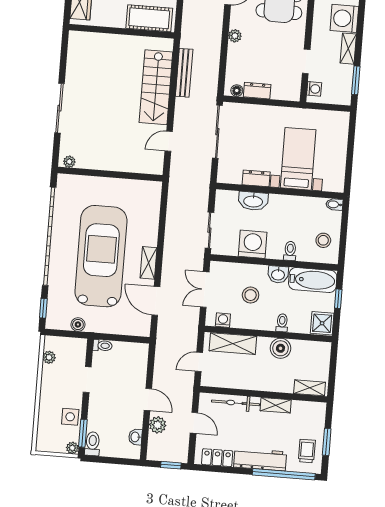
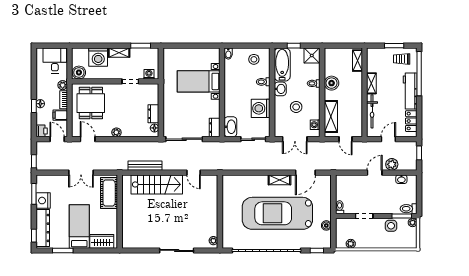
dresser: (256, 178) -> (215, 128), moved
washbasin: (253, 201) -> (230, 127), moved

